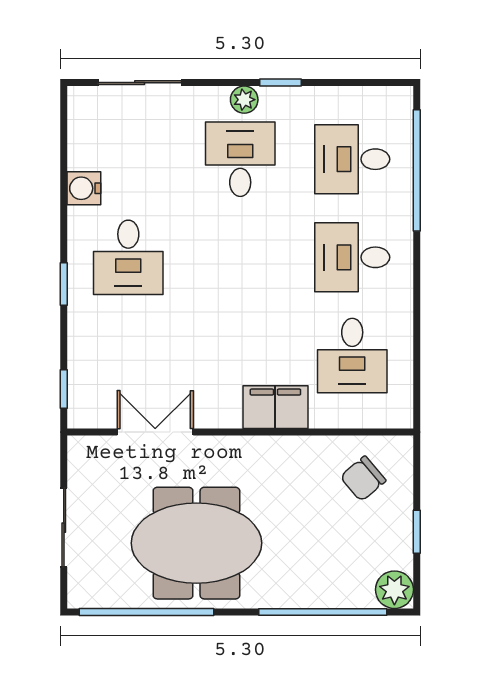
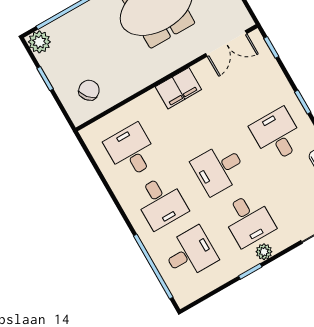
desk: (240, 257) -> (219, 169), added
desk: (352, 257) -> (161, 202), turned 90
filing cabinet: (275, 407) -> (178, 88), moved
double door: (155, 432) -> (226, 43), moved

